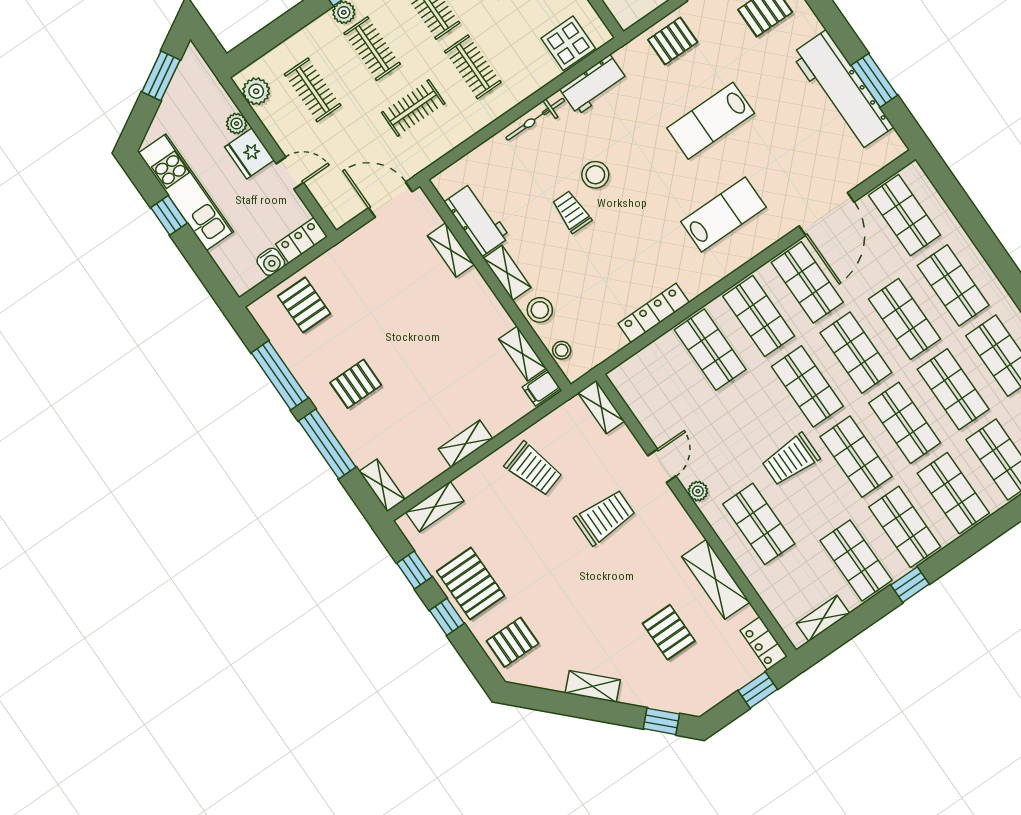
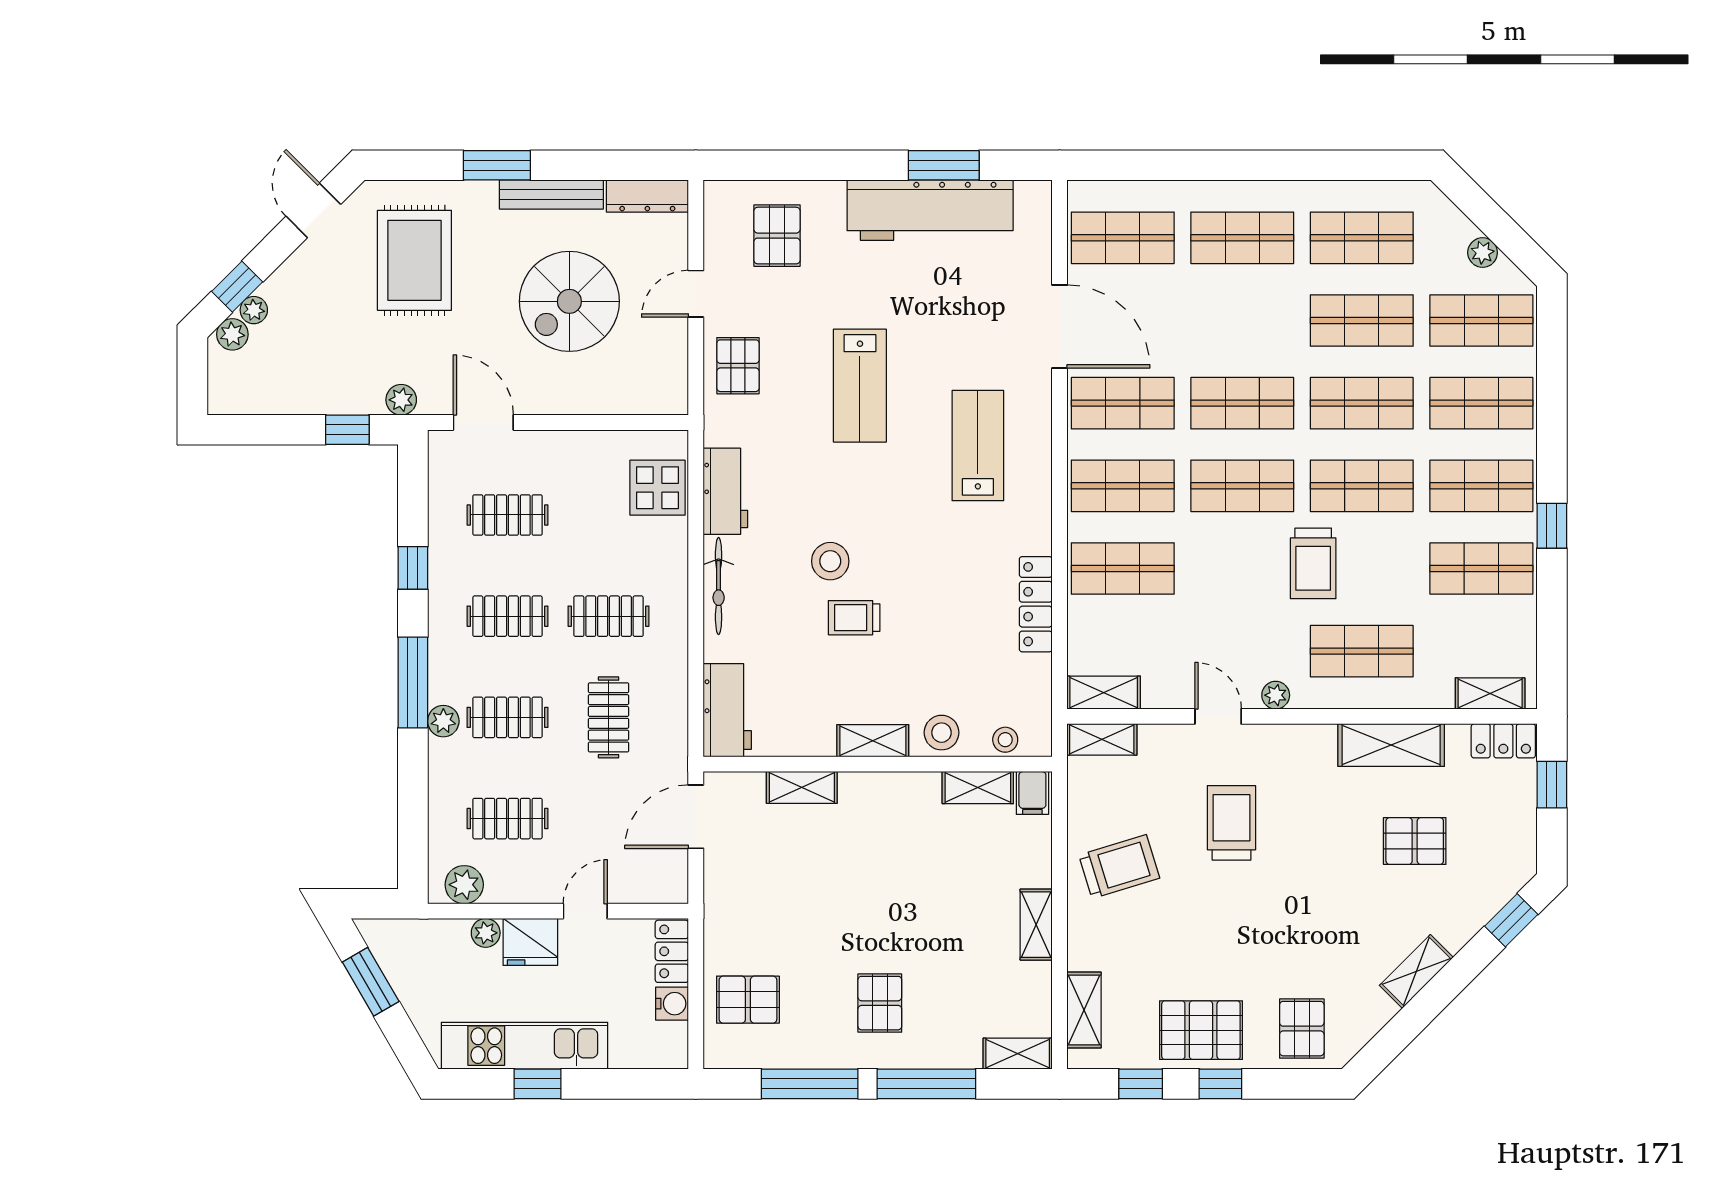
workbench: (477, 219) -> (727, 710), moved, turned 90
shop shelf: (905, 319) -> (1242, 320), removed
shelving: (629, 389) -> (1104, 693), added
shelving: (823, 618) -> (1490, 693), moved, turned 90

